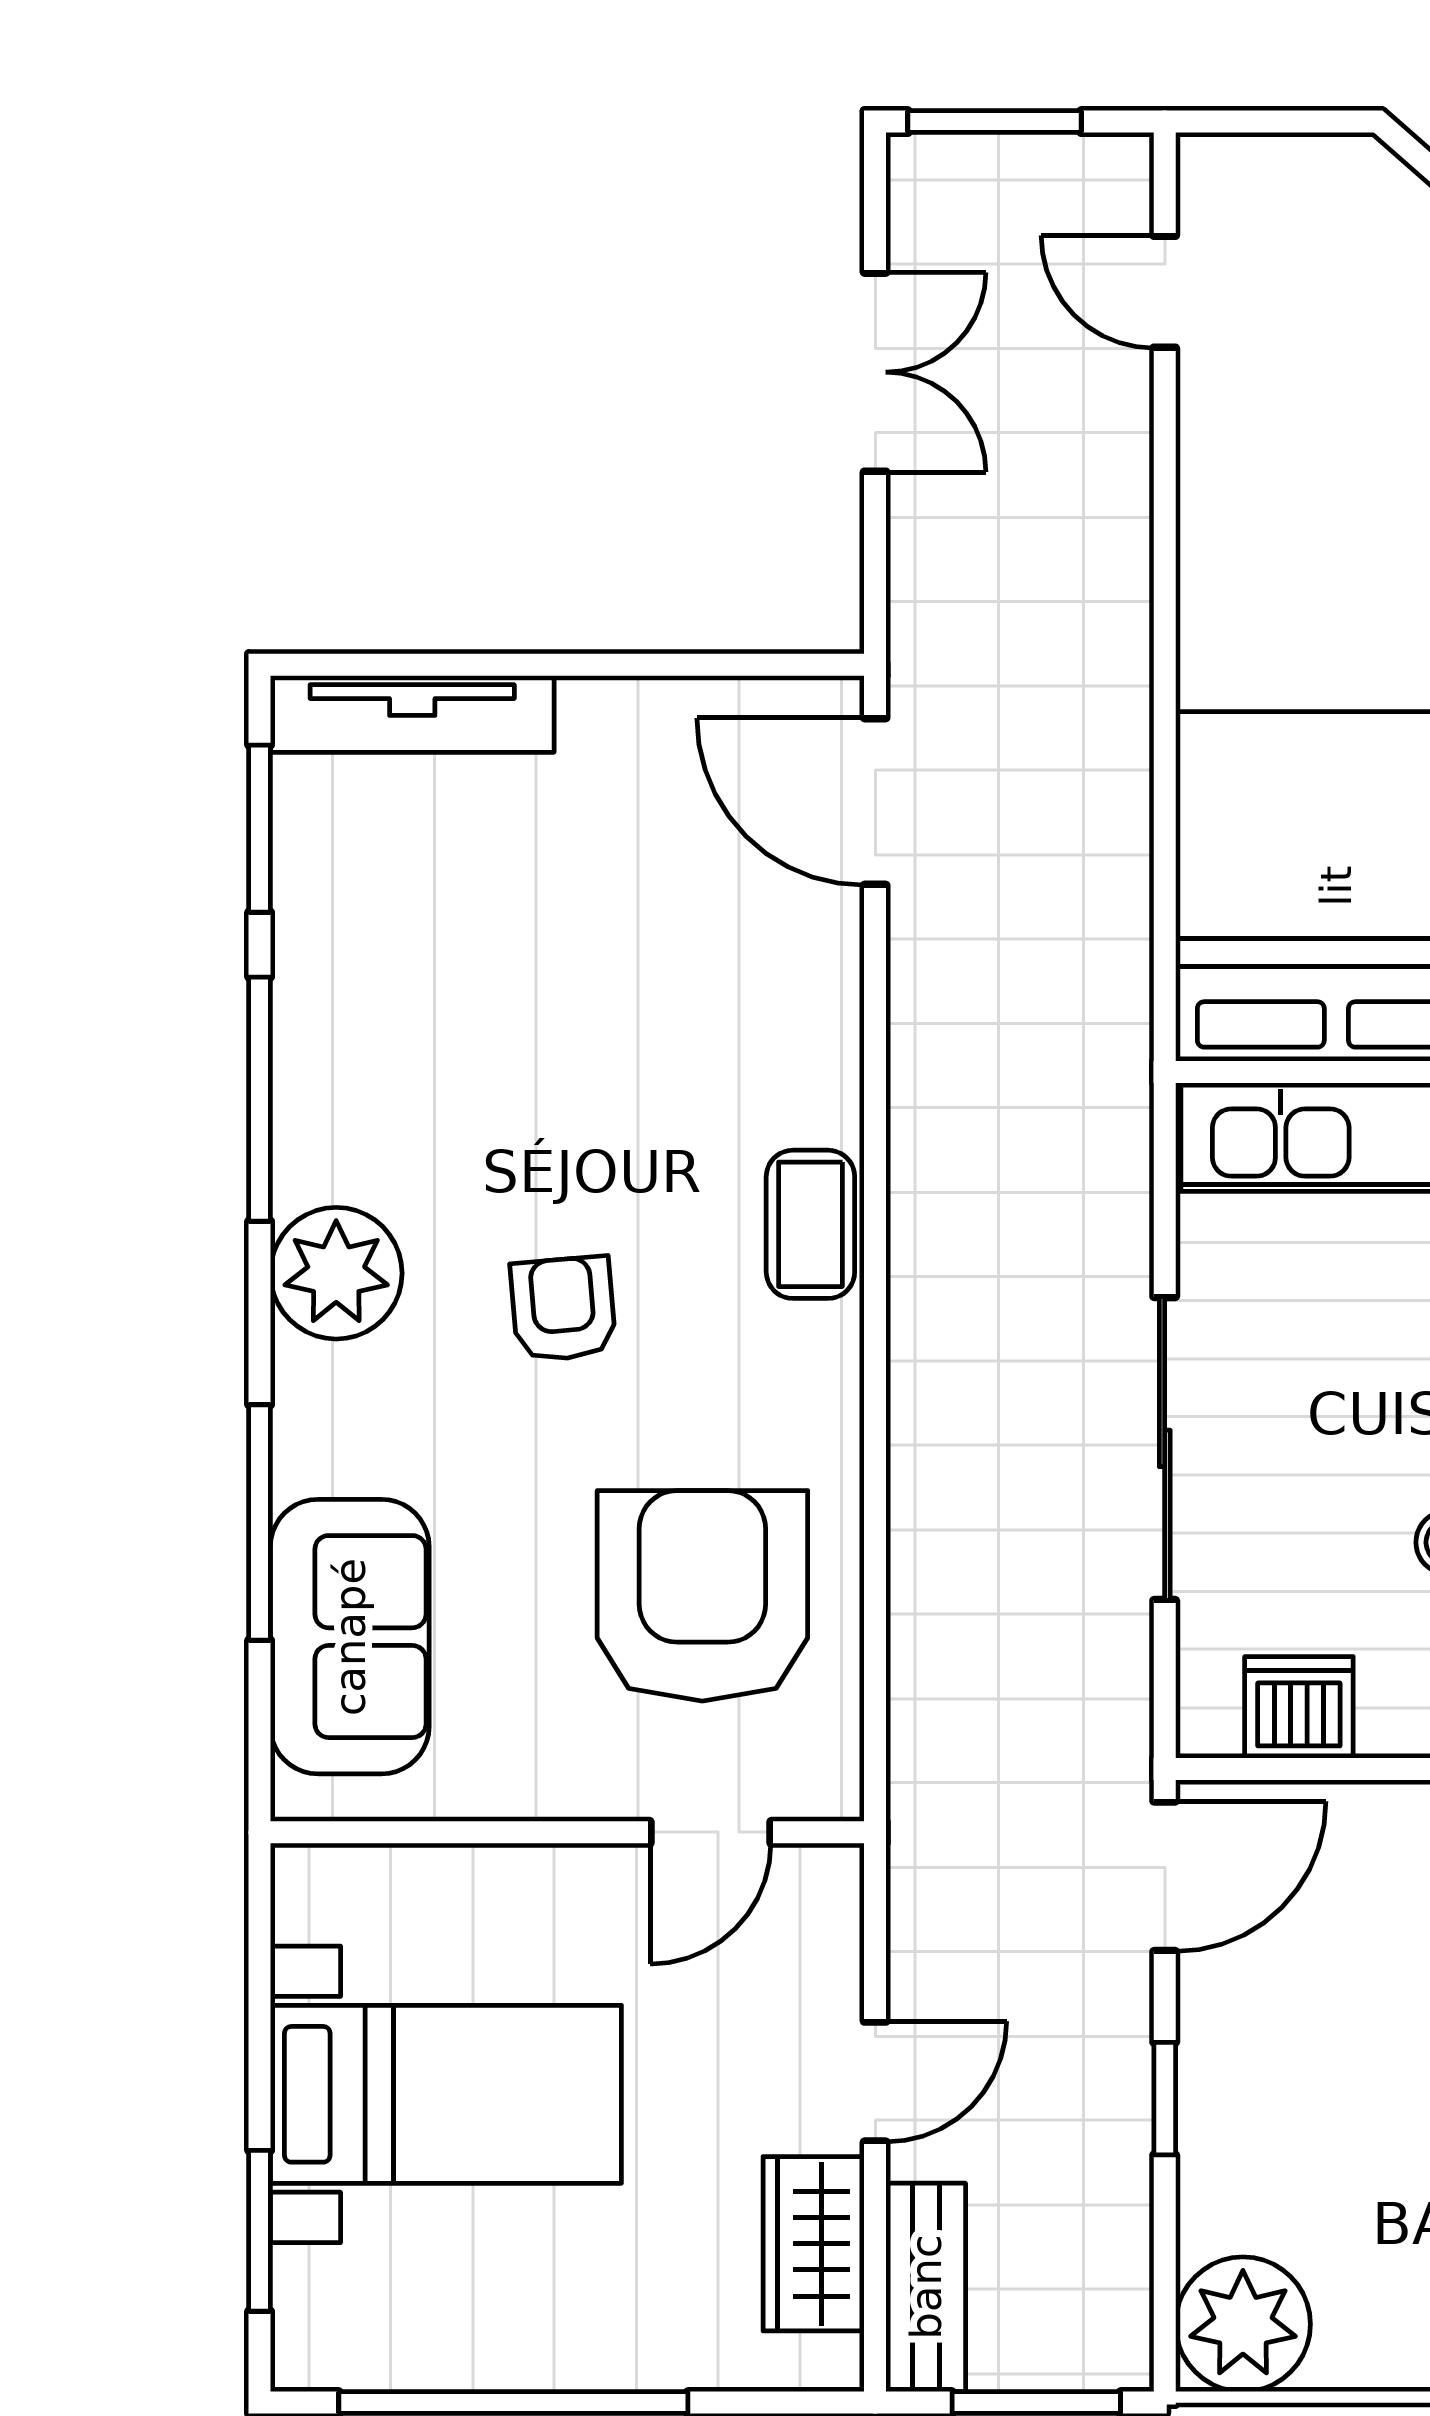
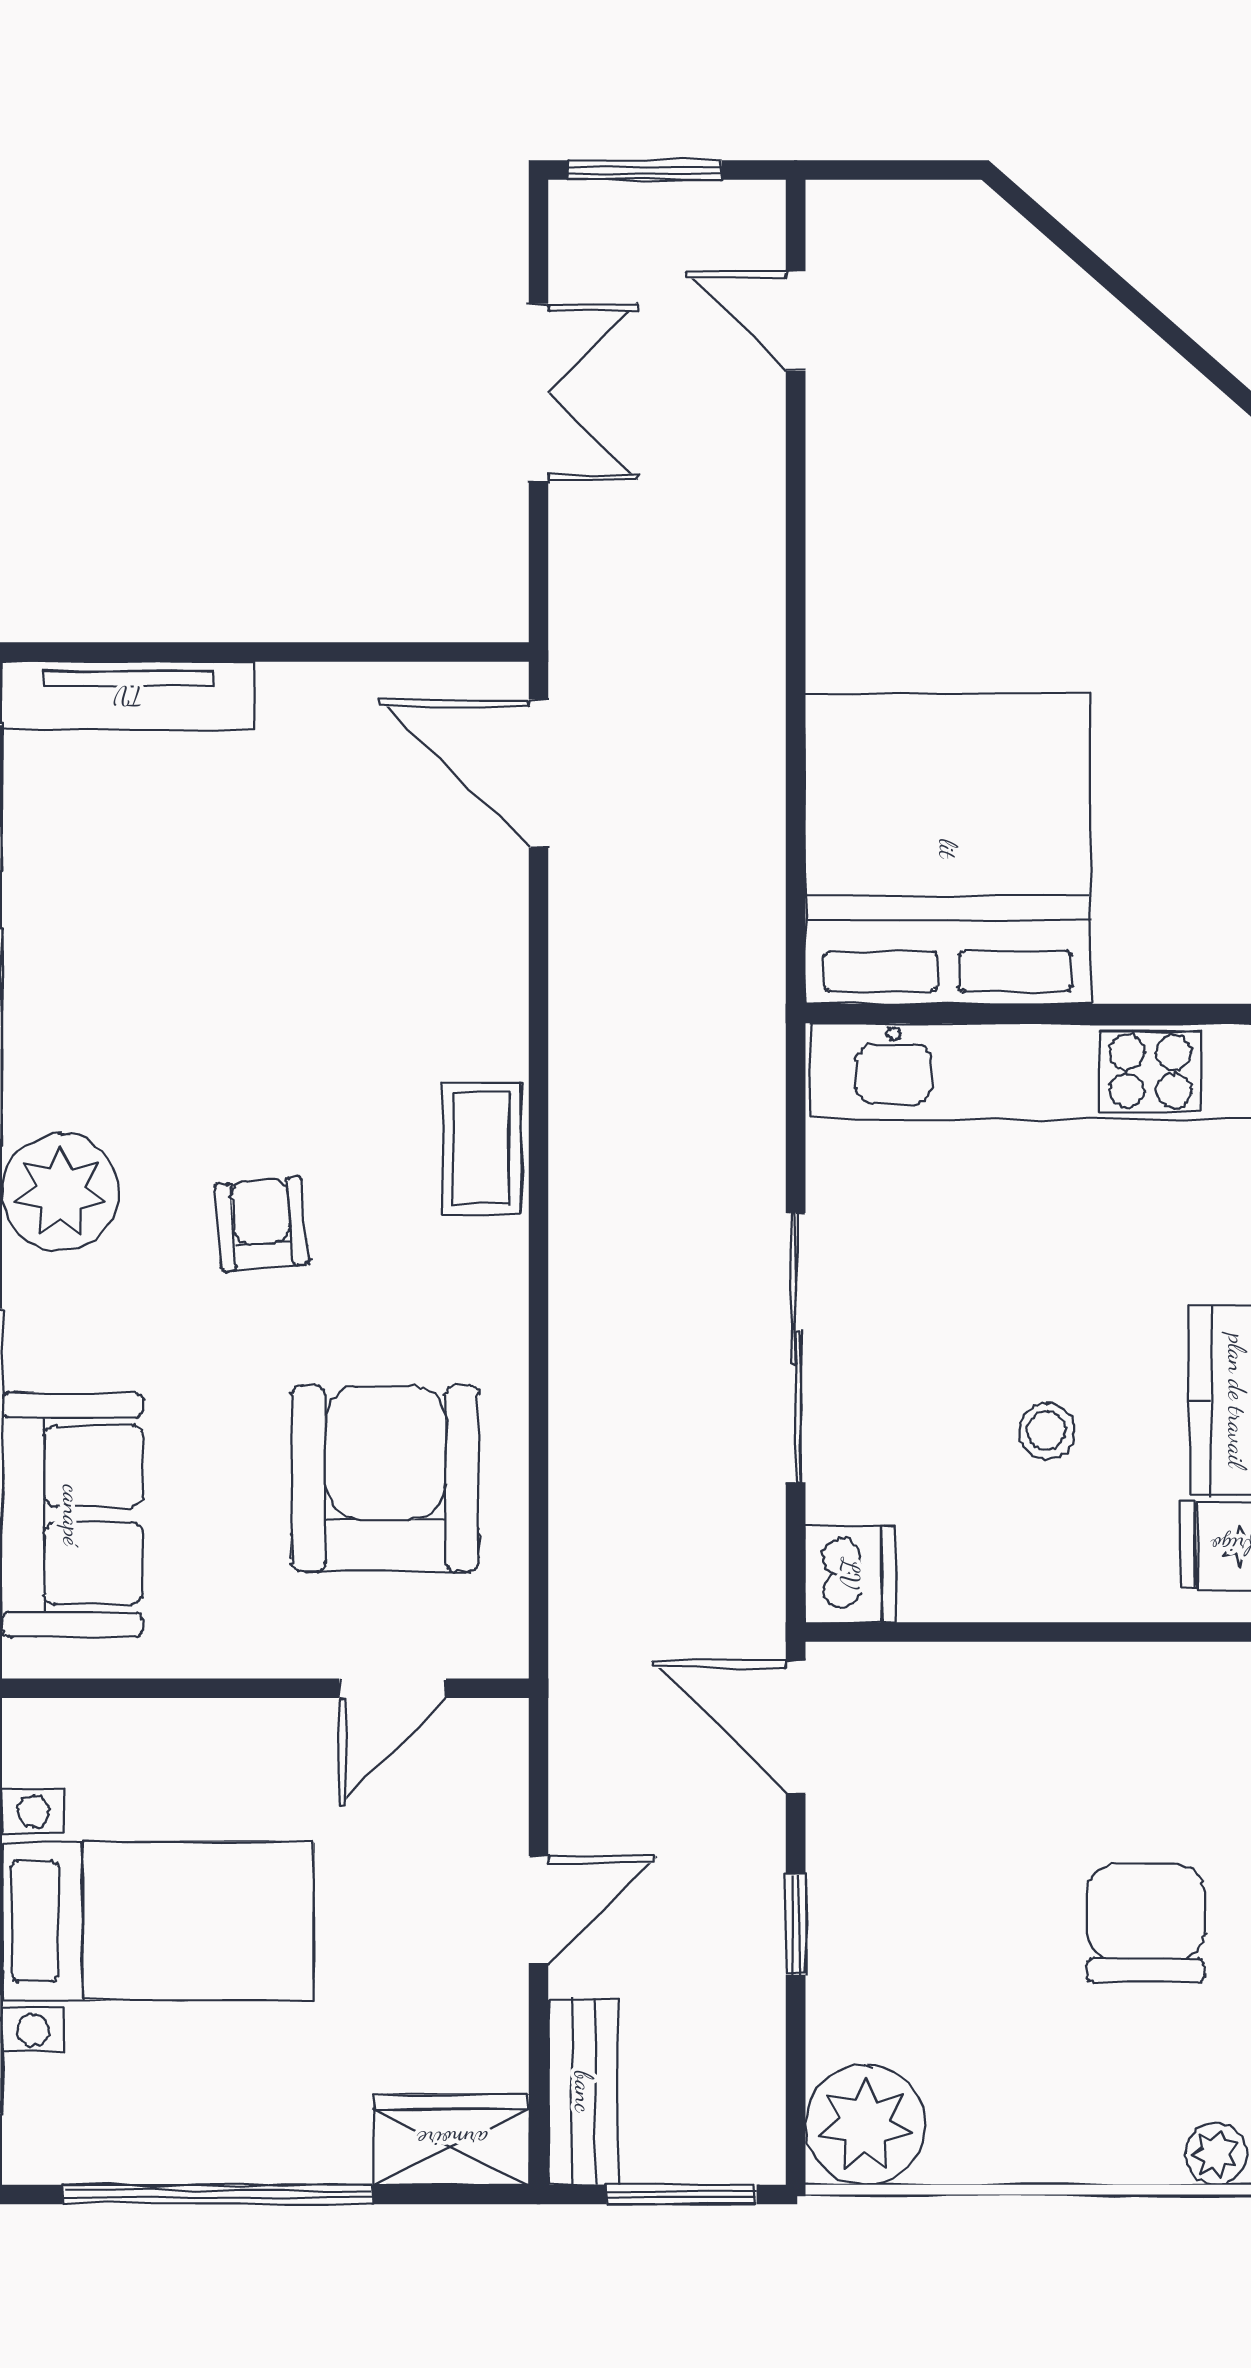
dishwasher: (1299, 1707) -> (850, 1574), moved, turned 90
door: (1165, 1876) -> (796, 1727), swing flipped
wardrobe: (814, 2244) -> (452, 2140), moved, turned 90

